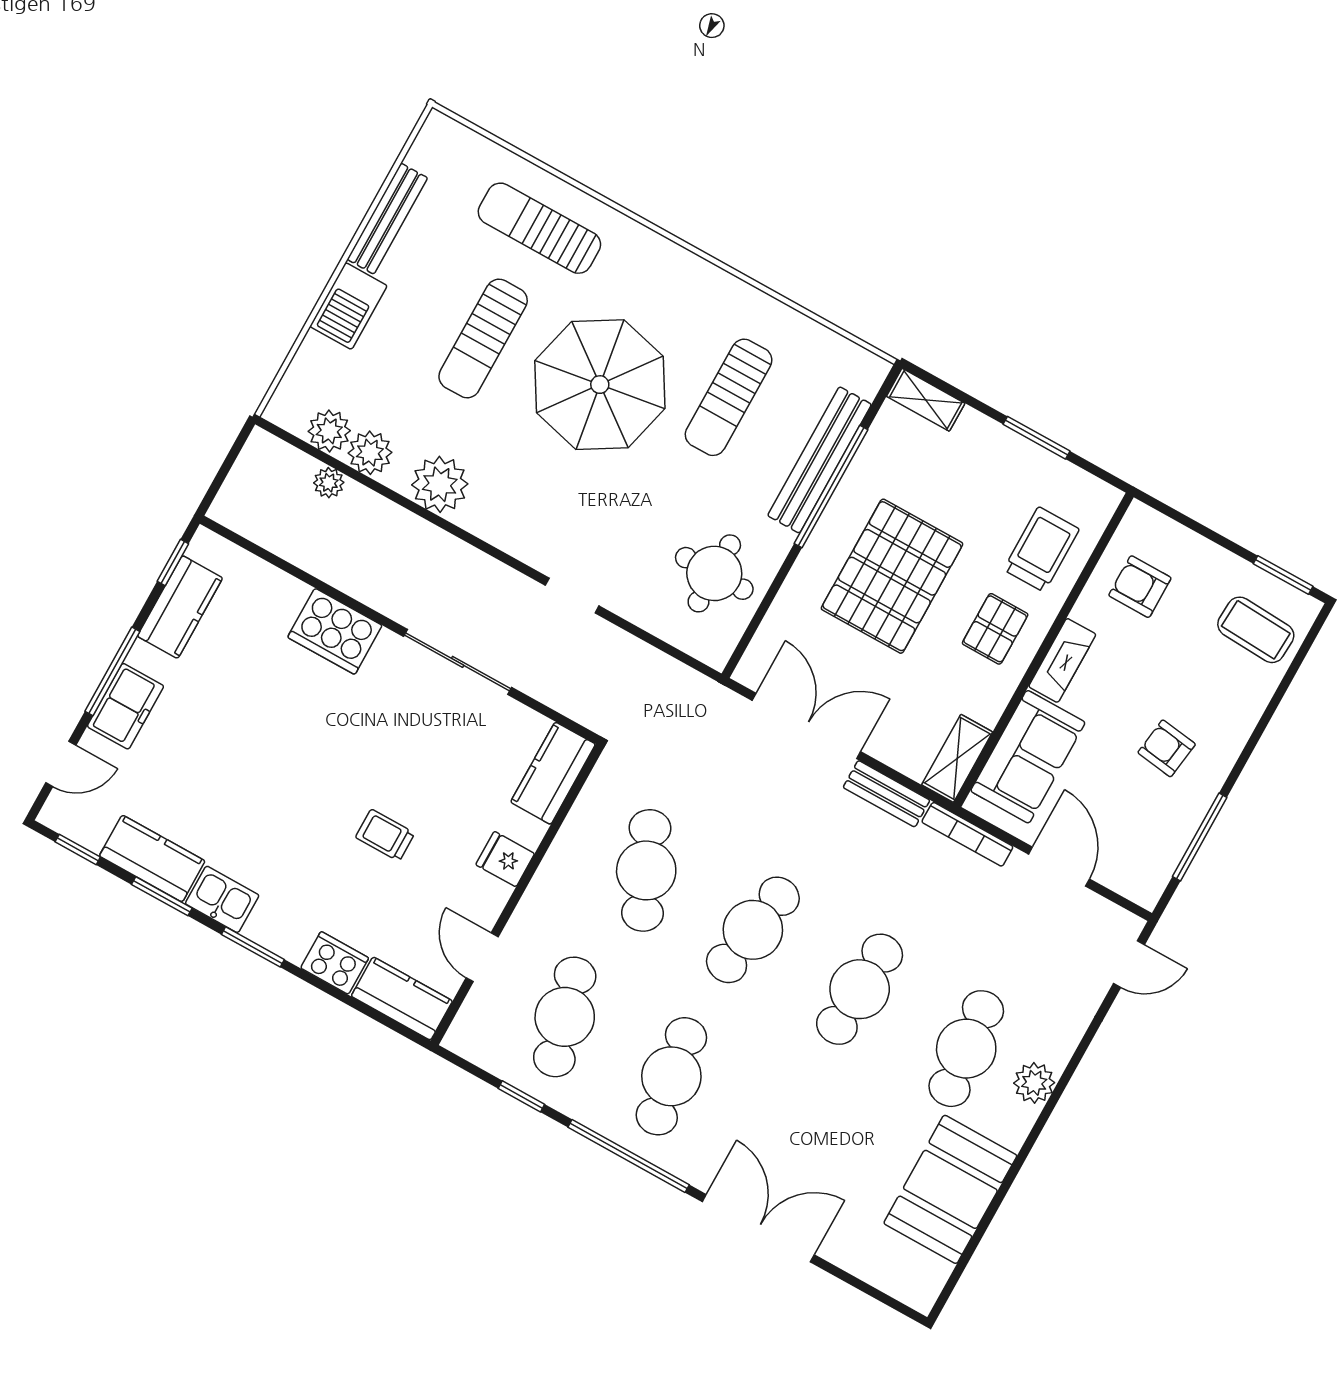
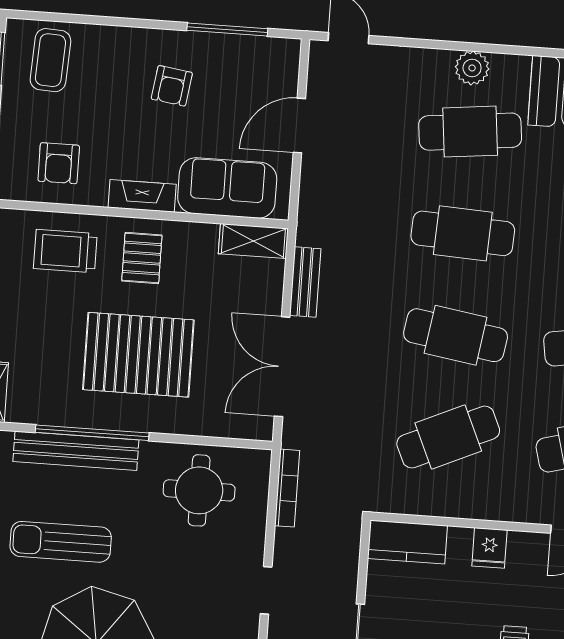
sun lounger: (729, 397) -> (61, 542), turned 180
pallet: (995, 629) -> (142, 258), turned 90
bookcase: (967, 834) -> (287, 488), moved

